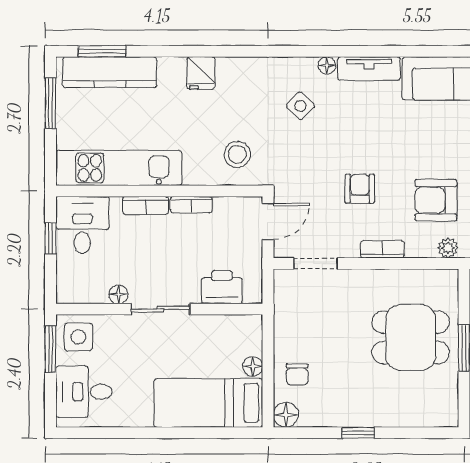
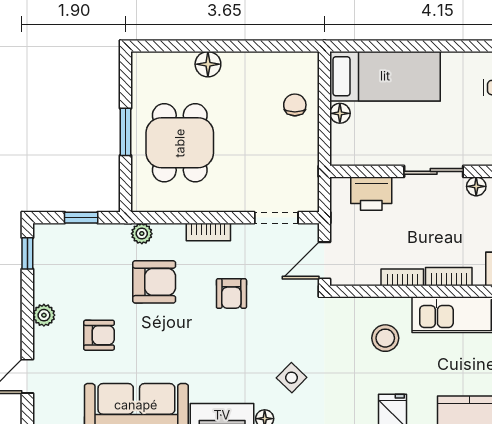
stool: (237, 154) -> (385, 338), moved
dining table: (411, 337) -> (180, 143), turned 90
floor lamp: (286, 415) -> (208, 64), moved
window: (358, 433) -> (233, 46), removed

